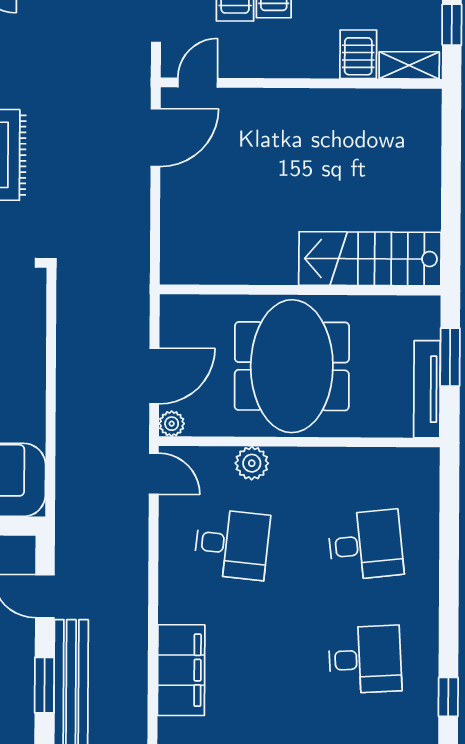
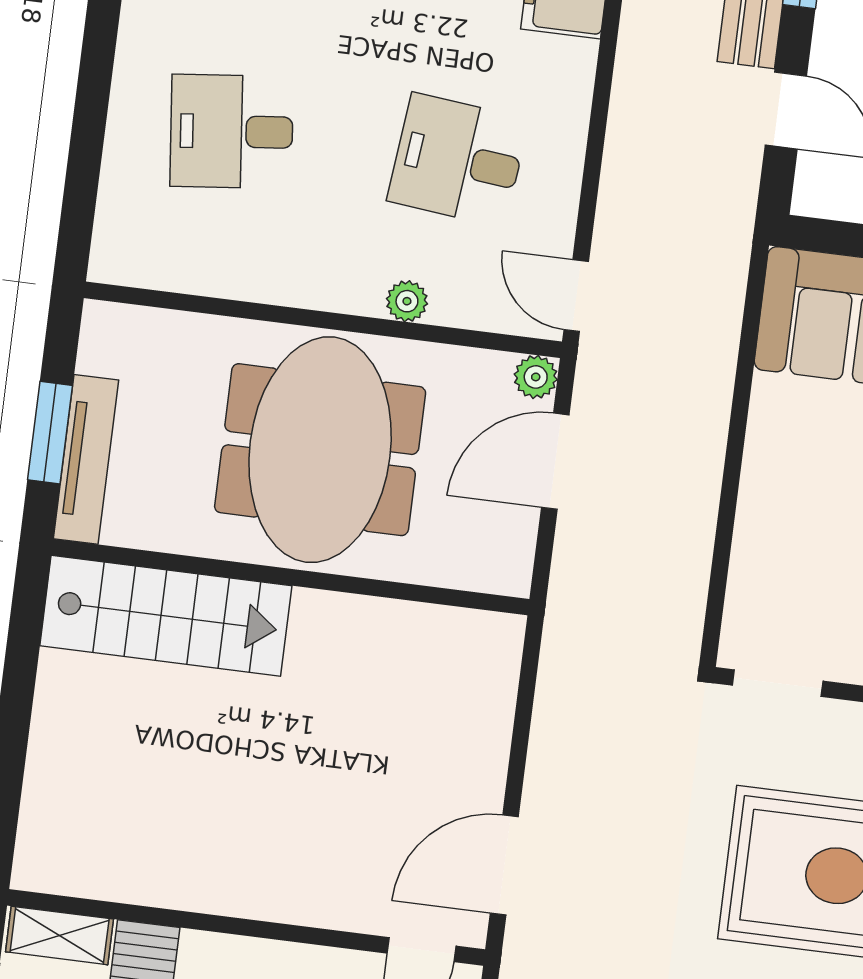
tv unit: (427, 389) -> (86, 459), moved
plant: (252, 463) -> (407, 301), width x0.73, depth x0.73

